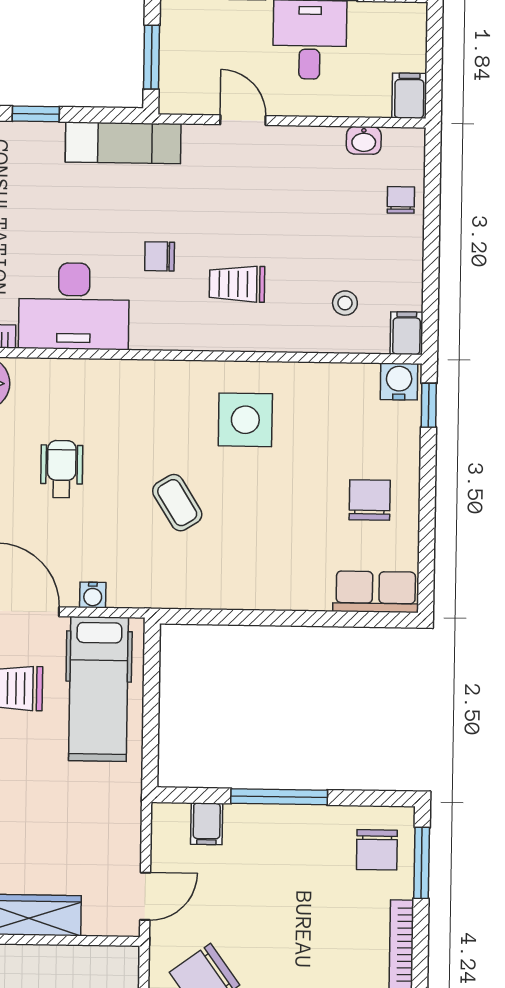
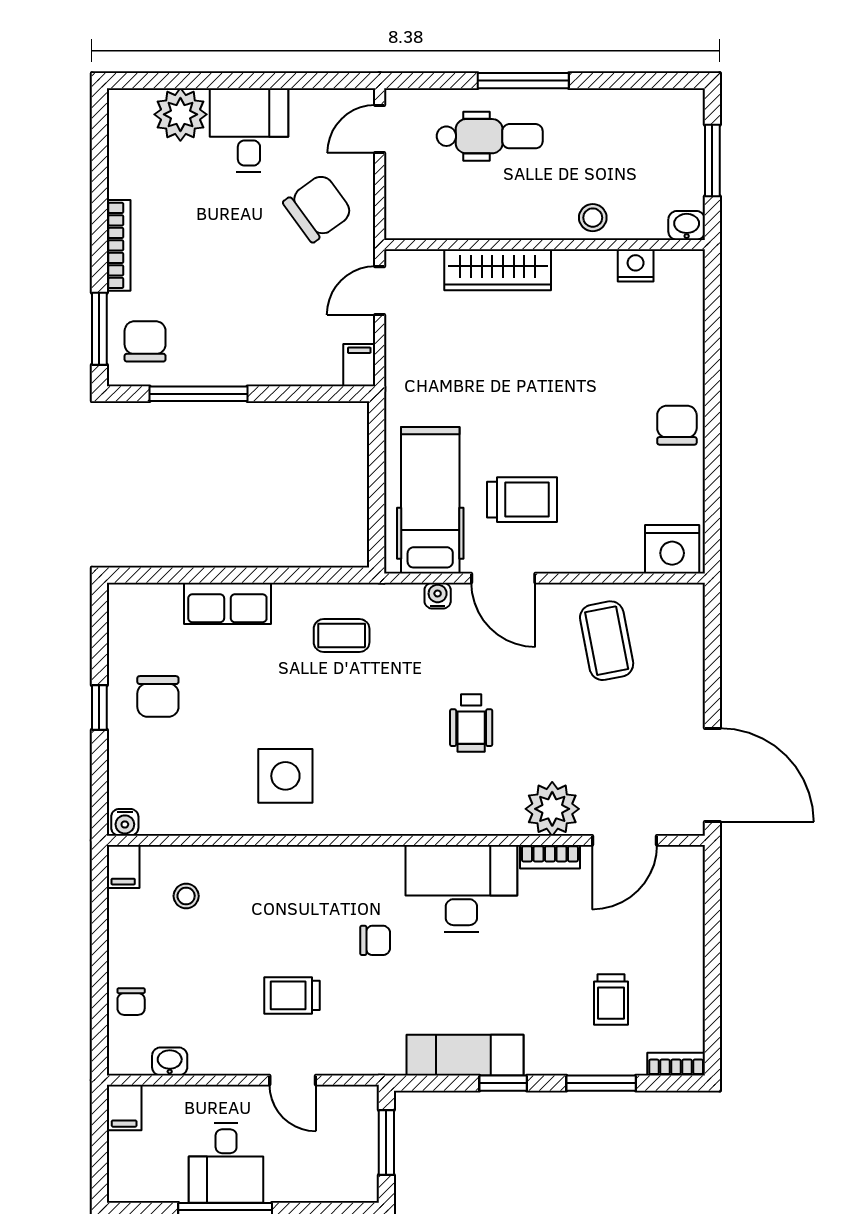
exam couch: (123, 143) -> (465, 1055), moved
trolley: (237, 284) -> (292, 995), moved, turned 180
water cooler: (399, 382) -> (125, 822), width x0.72, depth x0.72
window: (429, 405) -> (99, 708), moved
coffee table: (177, 503) -> (342, 636), moved, turned -58
row of seats: (376, 592) -> (227, 603), moved
window: (279, 797) -> (198, 394), moved
filing cabinet: (207, 824) -> (359, 365), moved

